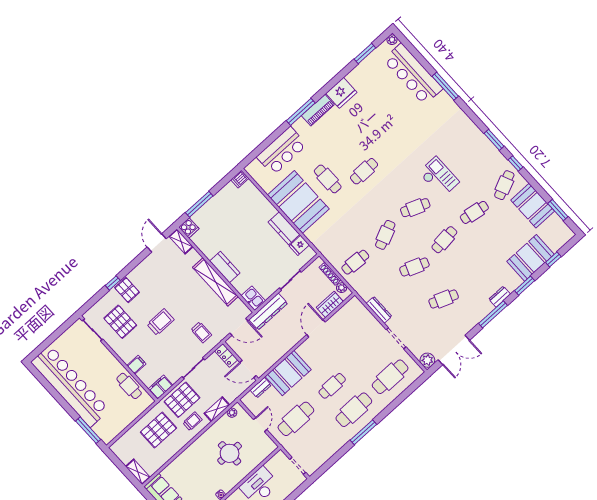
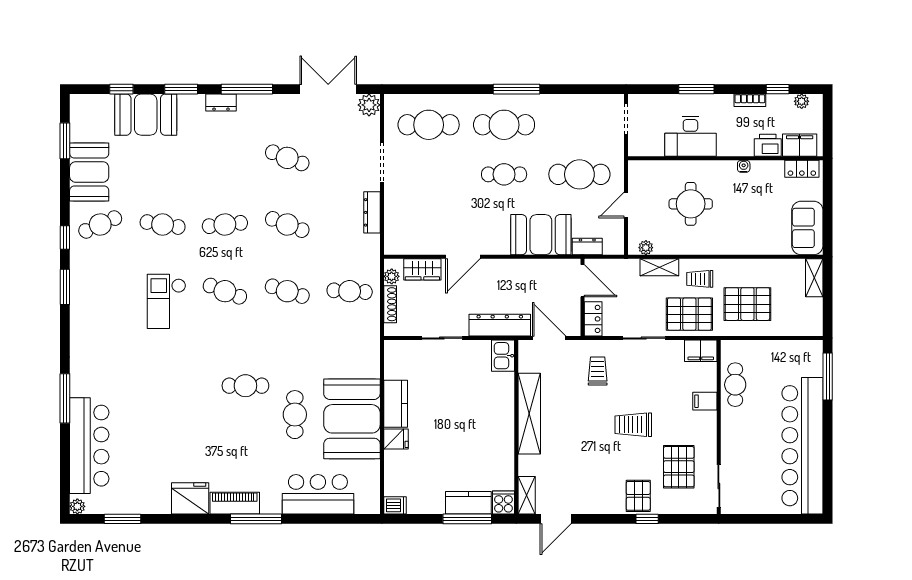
cafe table: (385, 235) -> (287, 291), turned 42
fridge: (299, 245) -> (396, 439), moved
kitchen counter: (225, 267) -> (468, 503), moved, turned 90

